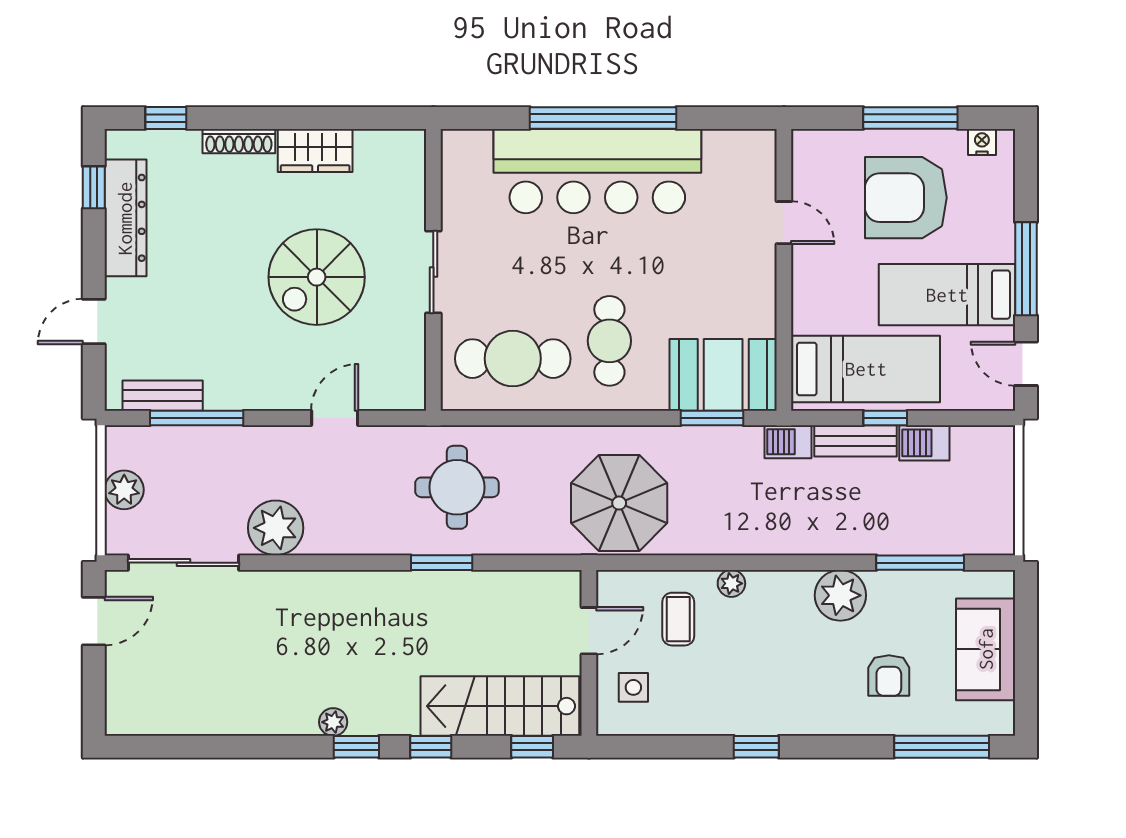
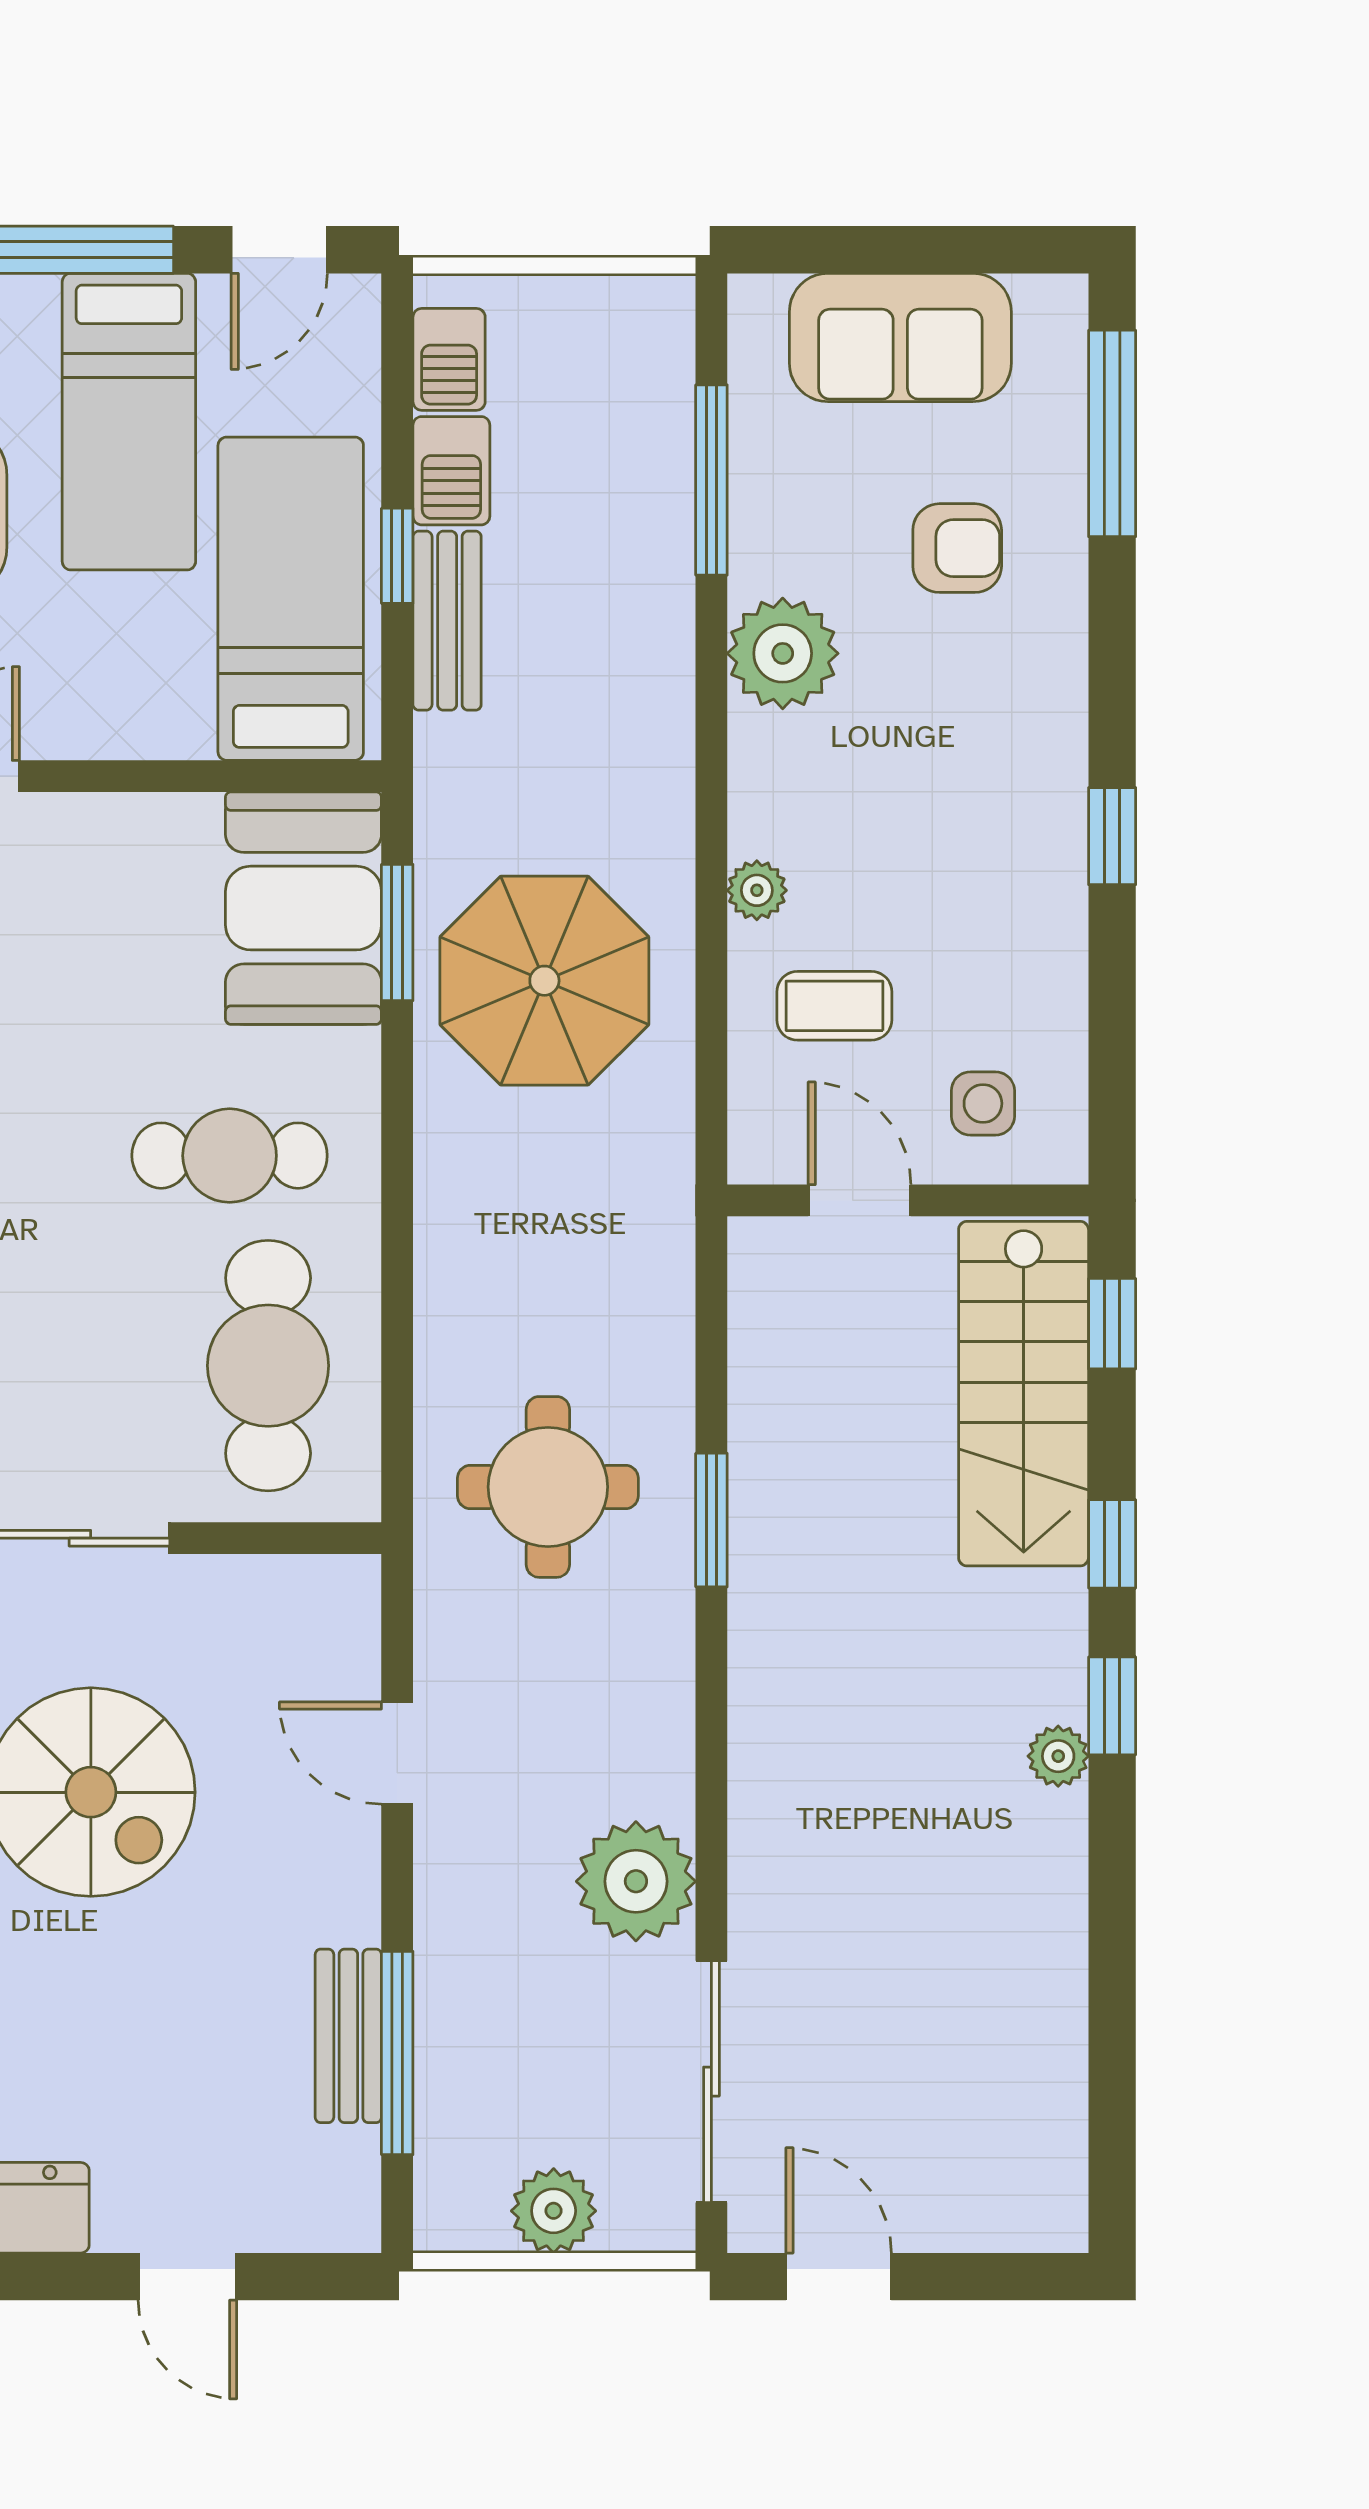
bench: (163, 396) -> (348, 2036), moved
barbecue: (788, 442) -> (449, 359), moved
parasol: (619, 503) -> (544, 981), moved

